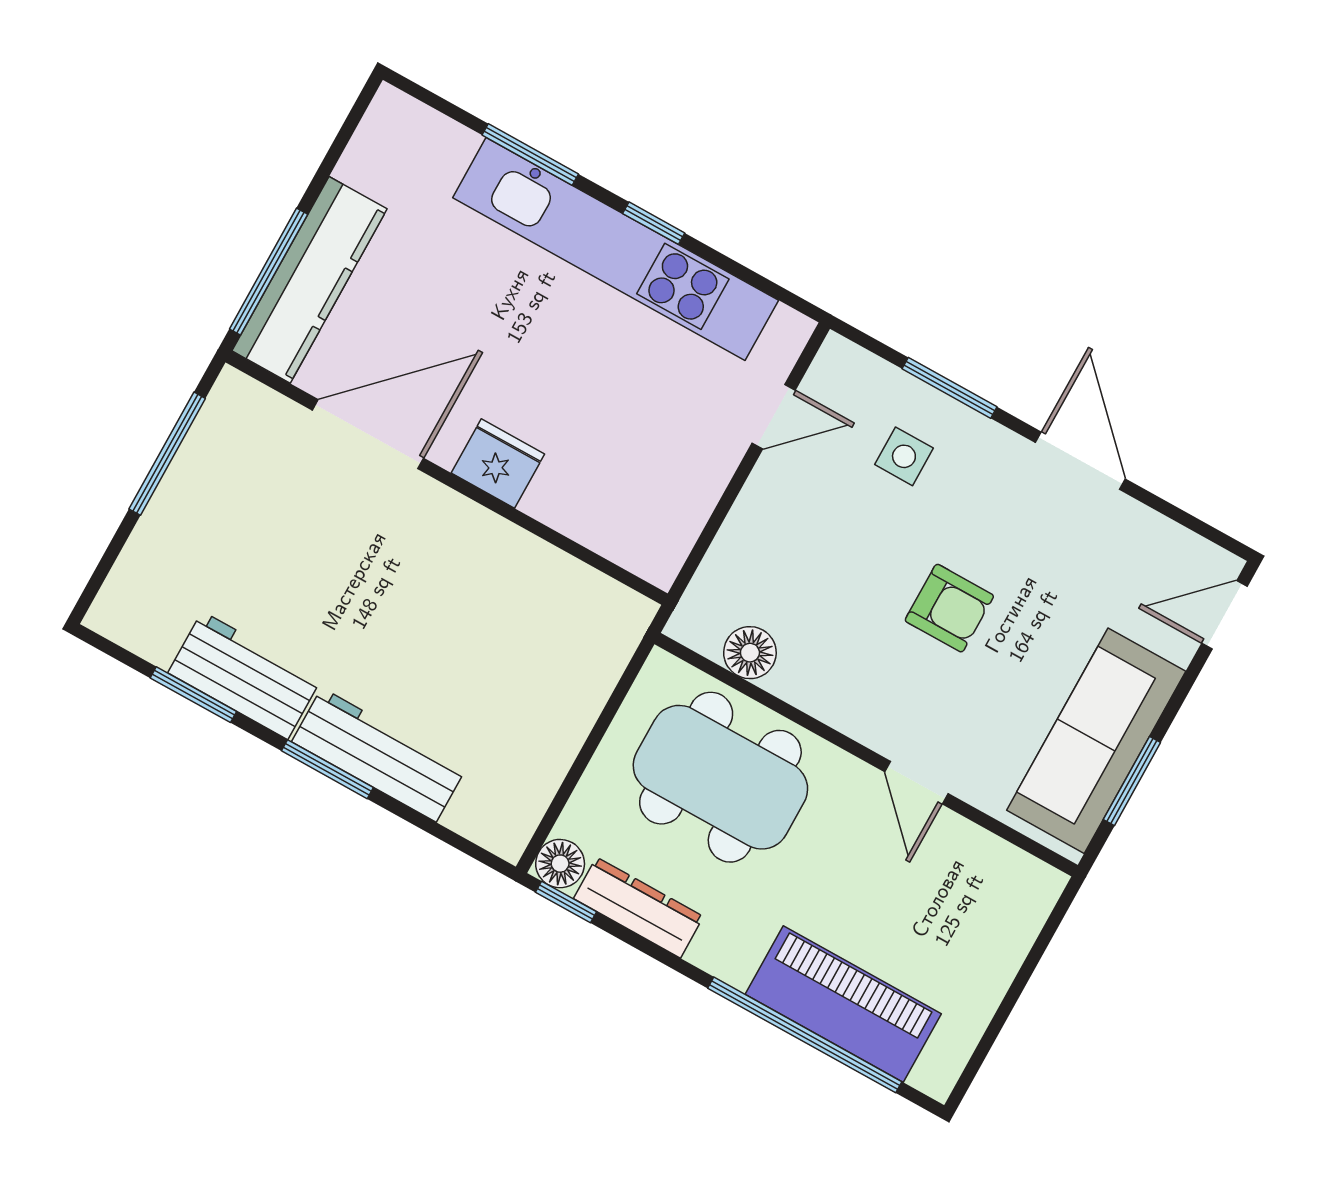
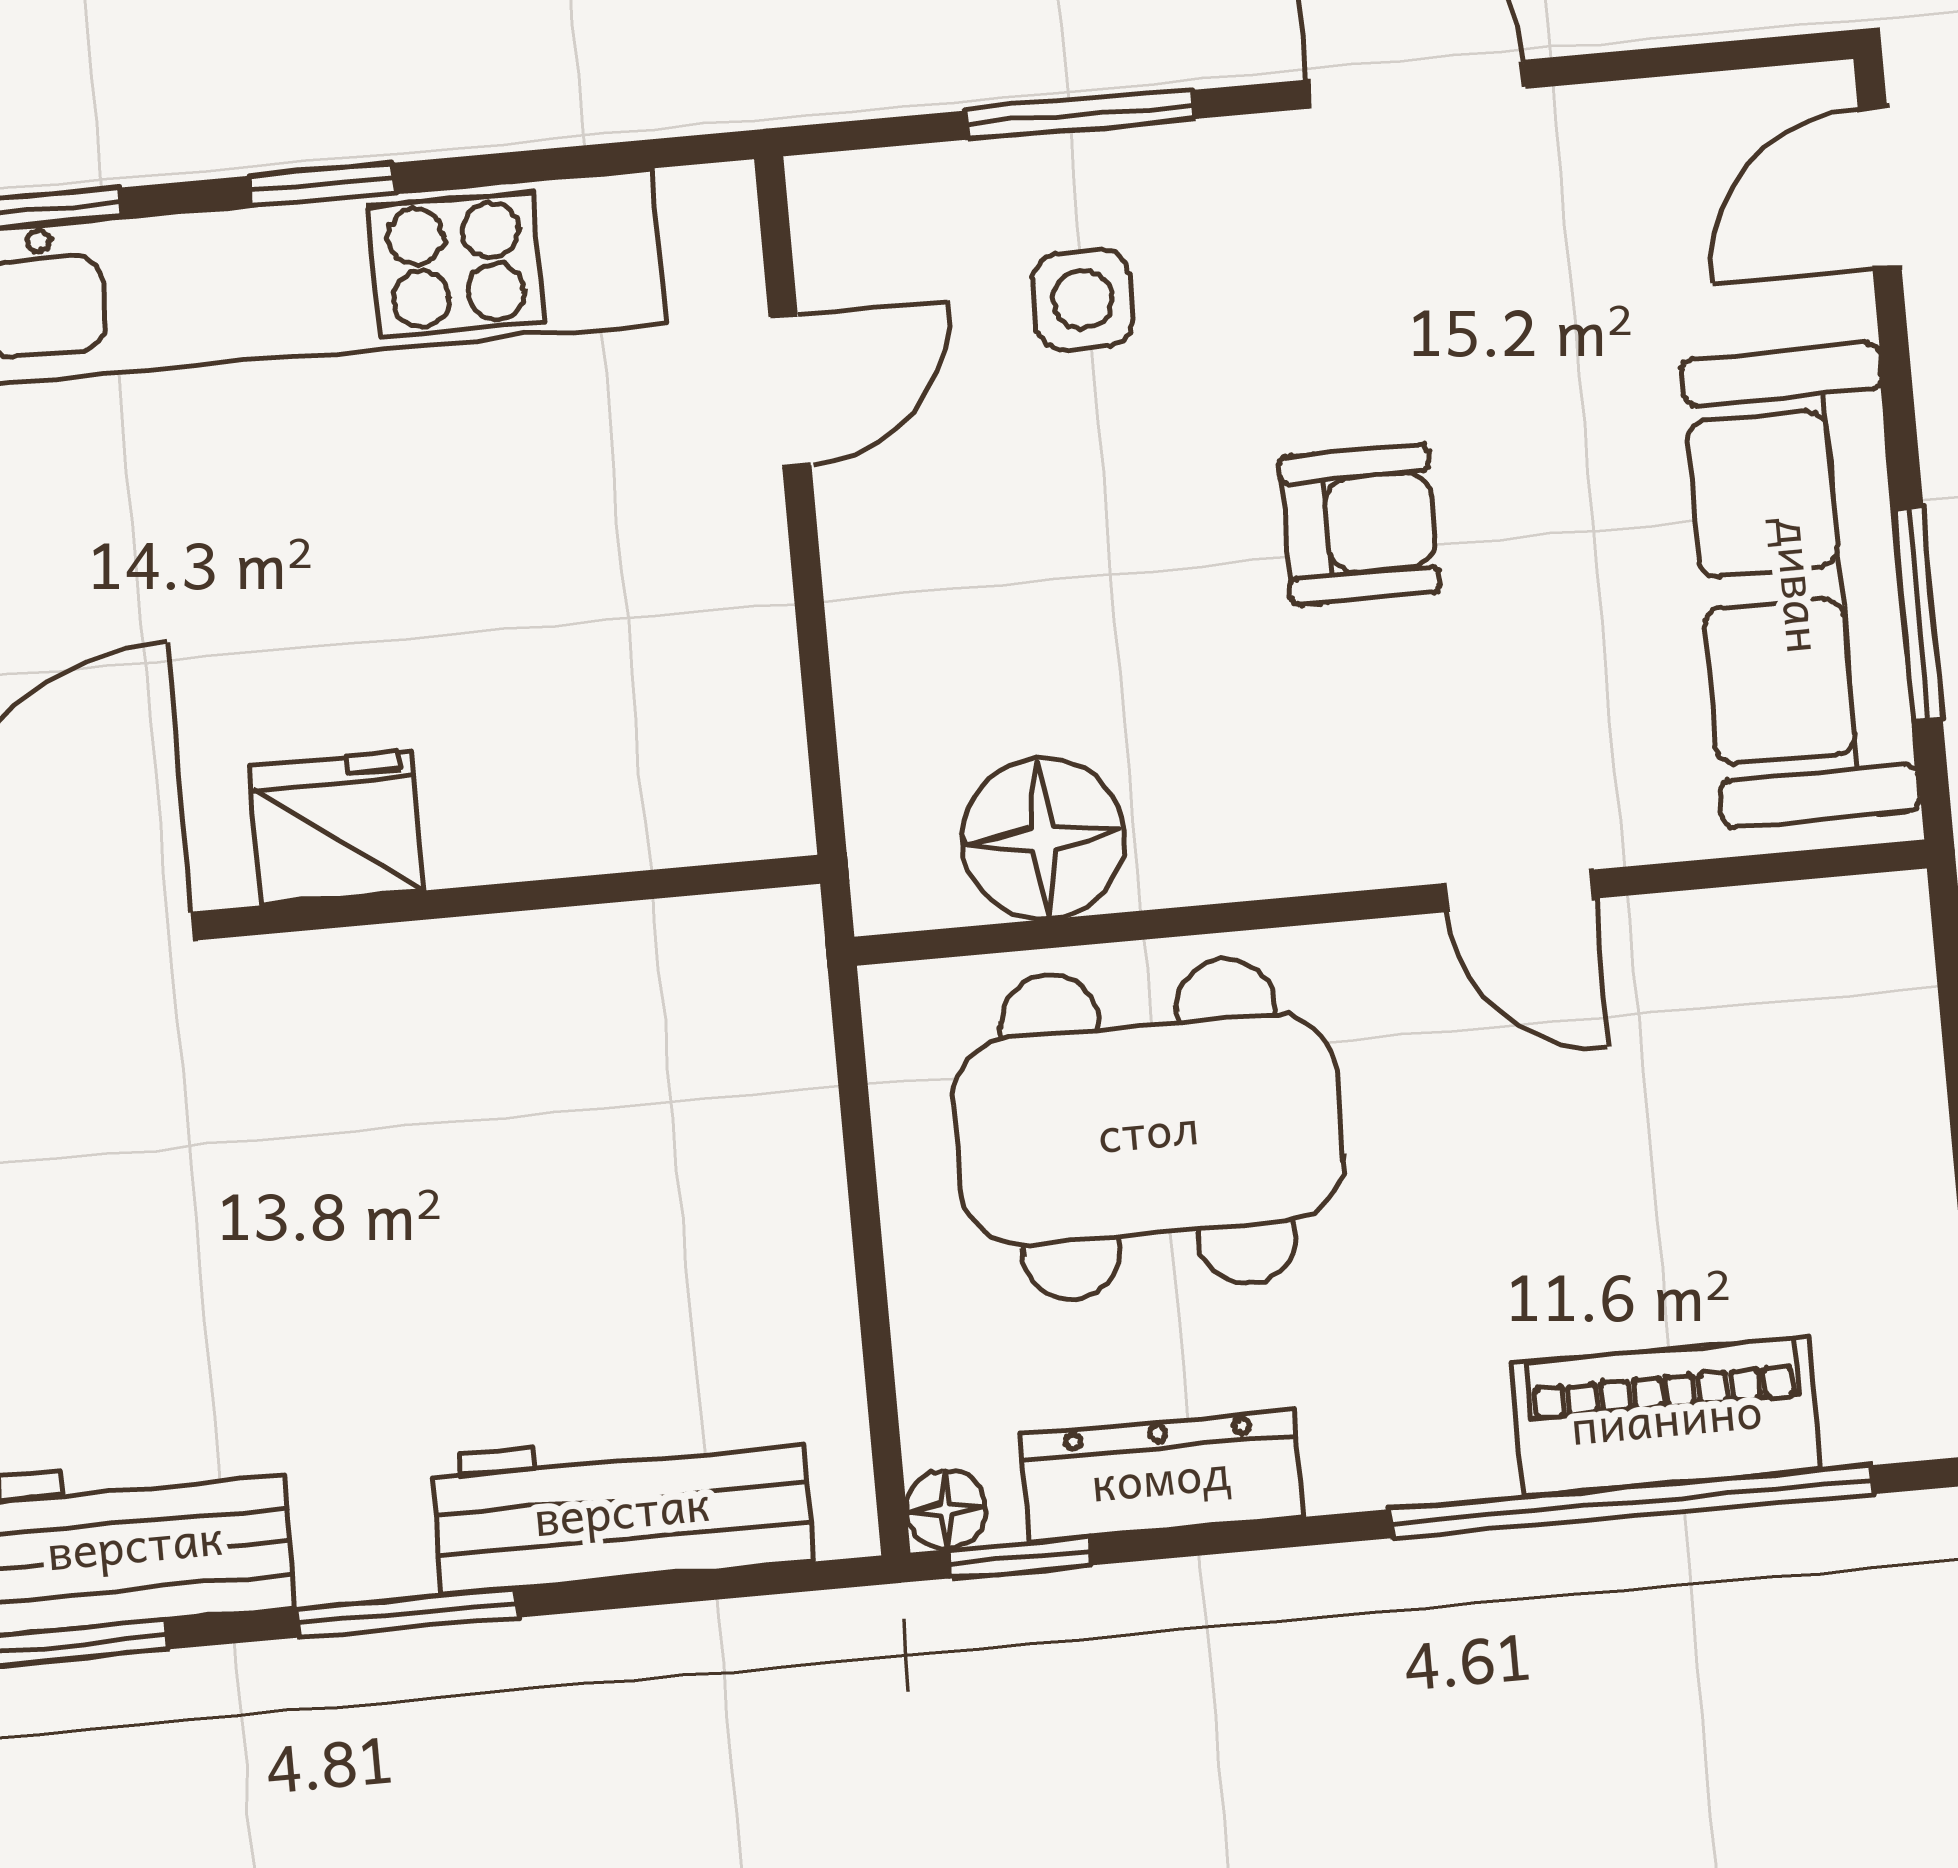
floor lamp: (750, 653) -> (1043, 838), width x1.38, depth x1.38
workbench: (379, 755) -> (622, 1509), moved
floor lamp: (560, 864) -> (946, 1509), width x0.73, depth x0.73
piano: (843, 1004) -> (1666, 1417), width x0.73, depth x0.75

